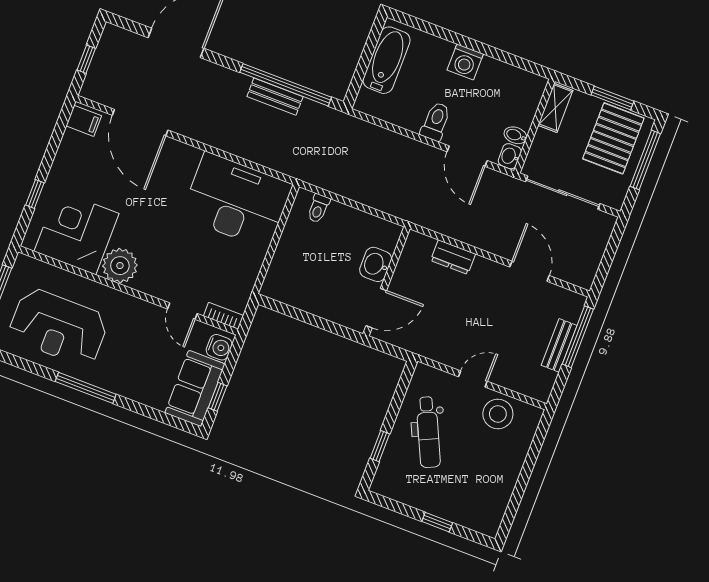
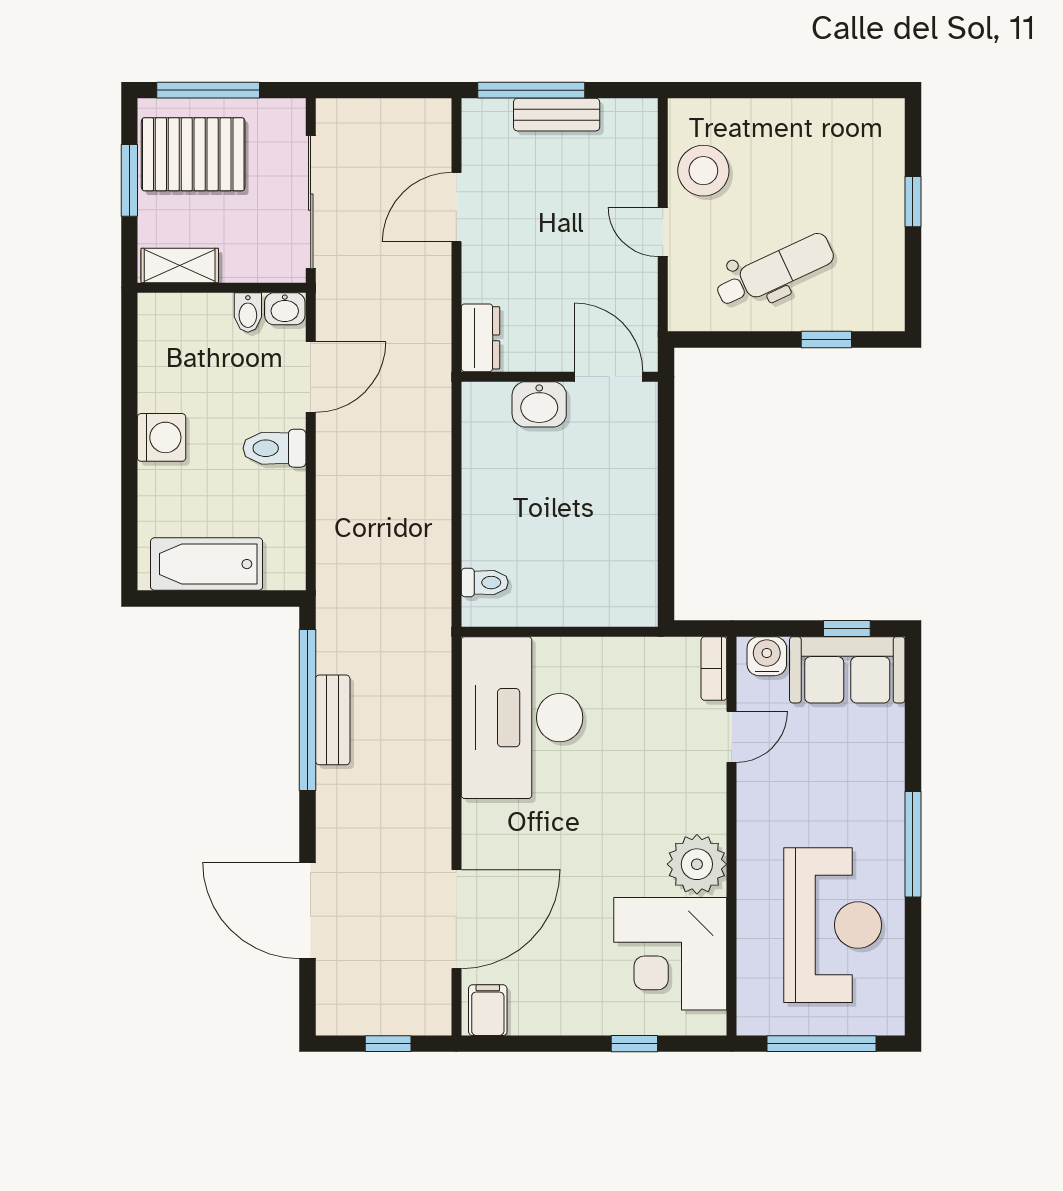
washbasin: (376, 264) -> (539, 404), moved
wall: (386, 281) -> (560, 377), moved
door: (376, 308) -> (609, 377), moved

